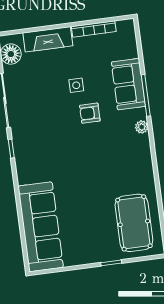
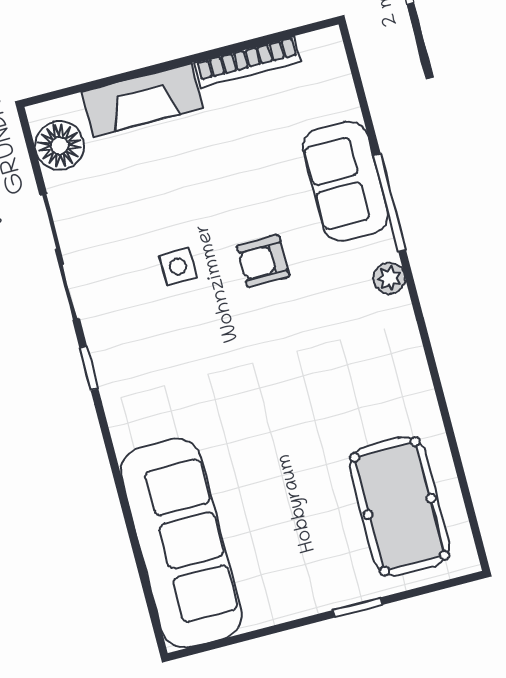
side table: (76, 85) -> (178, 266), moved

